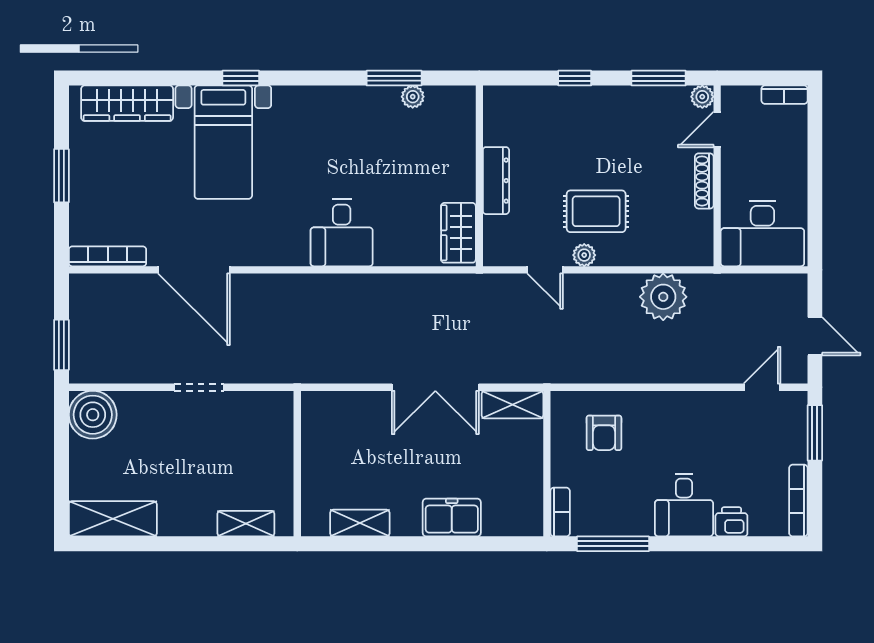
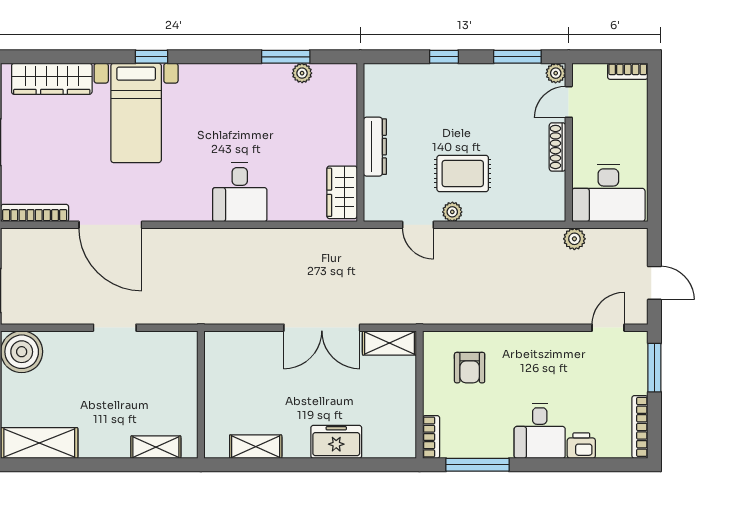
plant: (663, 297) -> (574, 239), moved, width x0.53, depth x0.53

